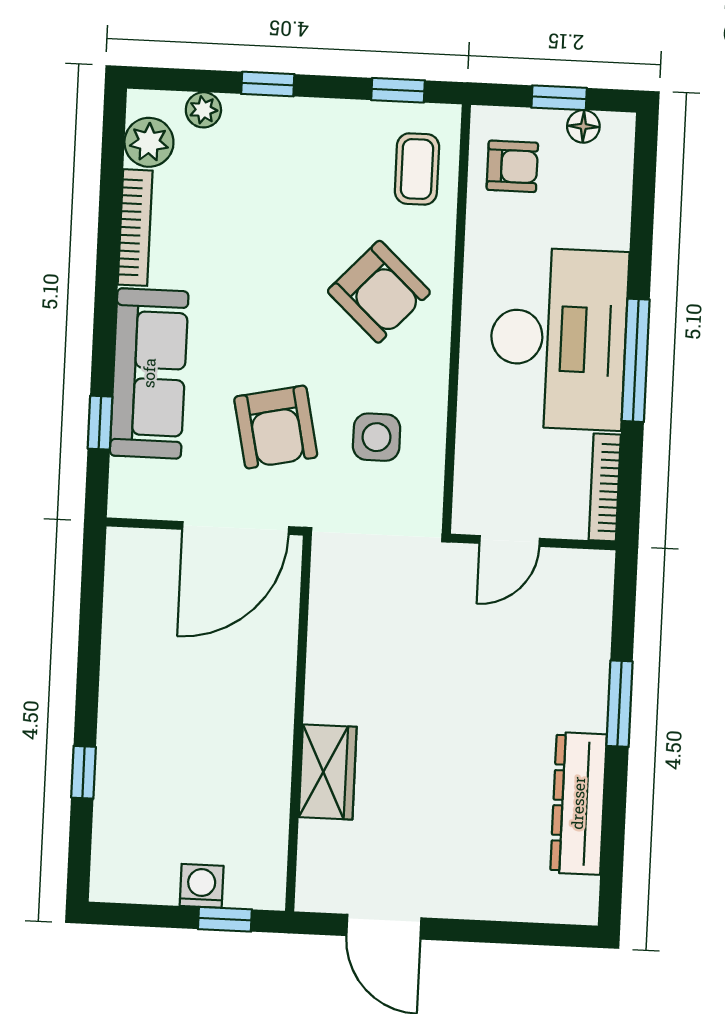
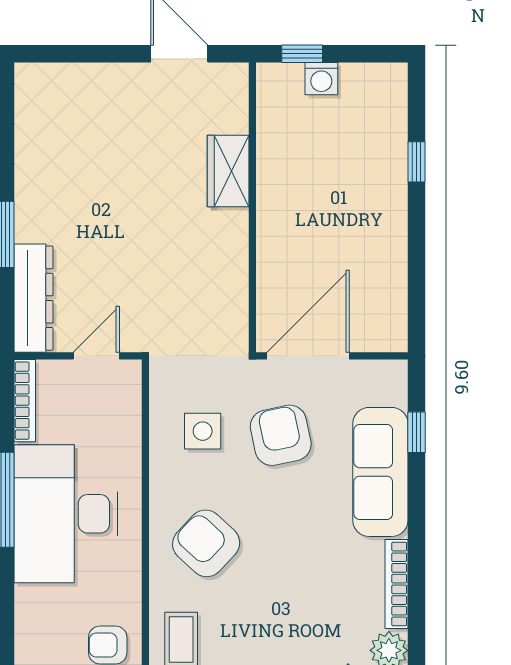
dresser: (578, 803) -> (34, 298), moved

